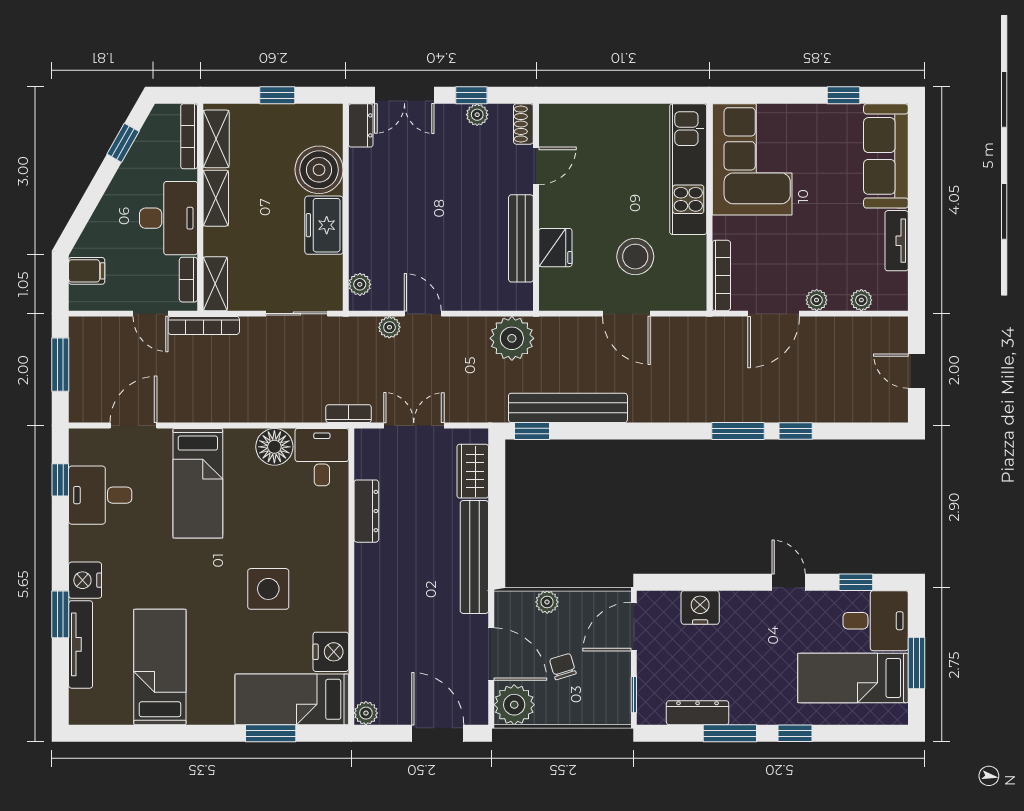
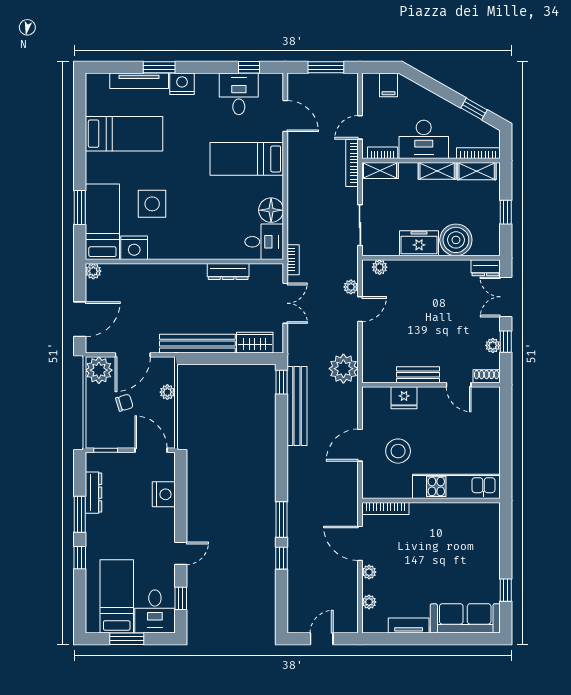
corner sofa: (752, 159) -> (463, 529), removed
bench: (521, 238) -> (418, 375), width x0.73
side table: (268, 589) -> (152, 204), moved

